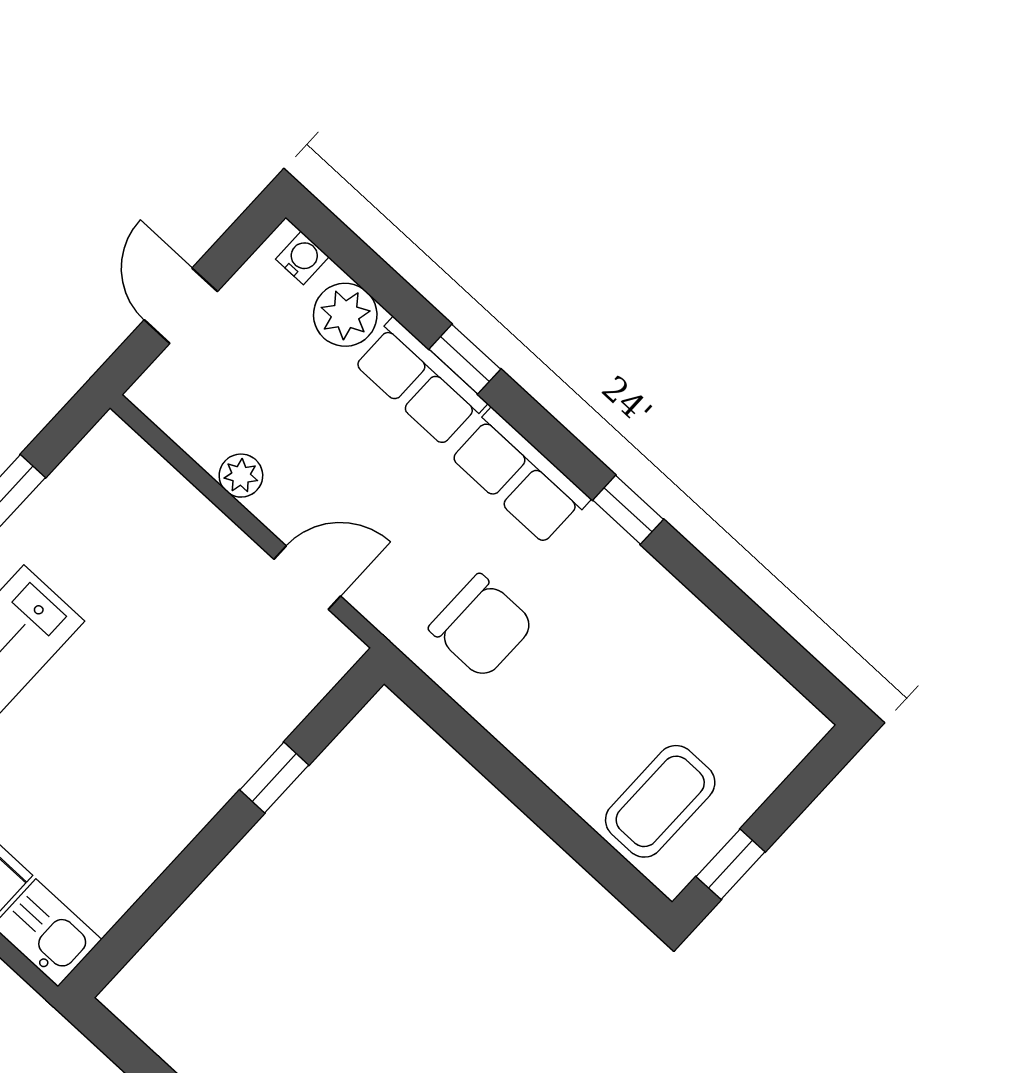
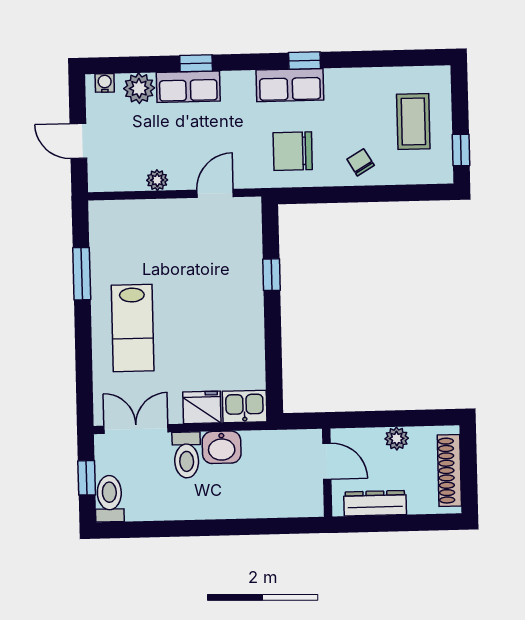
row of seats: (519, 477) -> (290, 85), moved
chair: (482, 626) -> (293, 151), turned 180
chair: (565, 739) -> (361, 162), added
coffee table: (660, 801) -> (413, 122), moved

